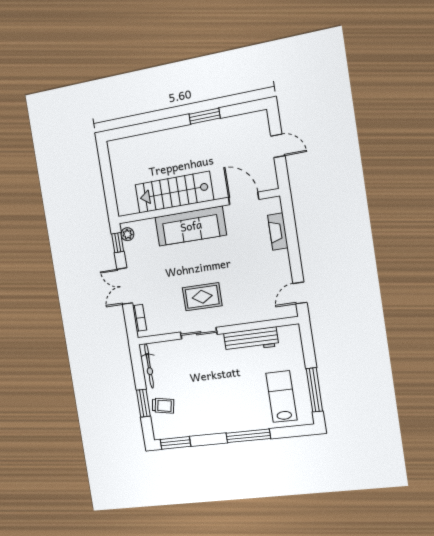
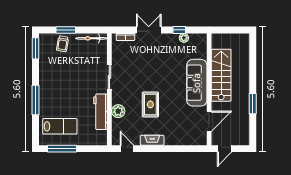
stairs: (174, 192) -> (221, 75), moved
door: (244, 198) -> (209, 121), moved
wall: (197, 206) -> (209, 89), moved
sofa: (191, 226) -> (197, 83), moved
fireplace: (278, 231) -> (152, 140), moved
rug: (202, 297) -> (150, 104), moved
plant: (246, 314) -> (118, 111), added

